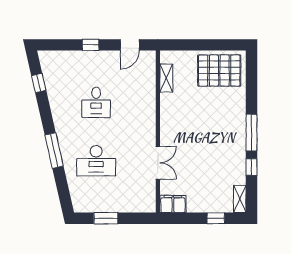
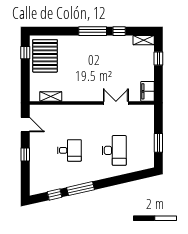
window: (223, 45) -> (25, 53), added
window: (54, 150) -> (81, 189), moved

